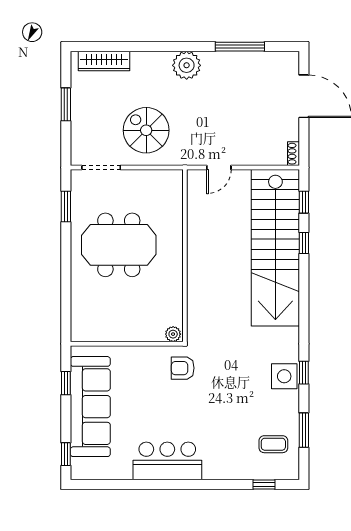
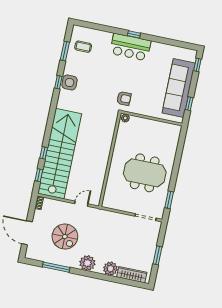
plant: (144, 64) -> (110, 269), added
spiral stairs: (146, 130) -> (65, 237), moved
bar counter: (167, 461) -> (130, 47), moved
window: (264, 485) -> (134, 34), moved

